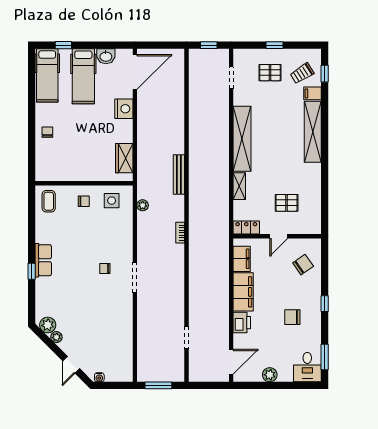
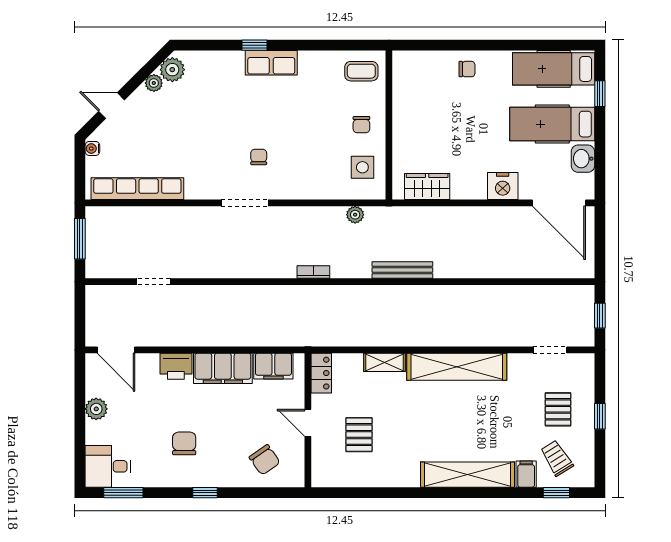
row of seats: (126, 348) -> (137, 189), added

